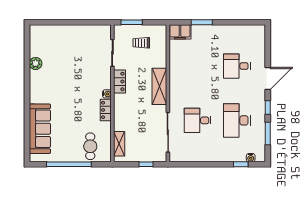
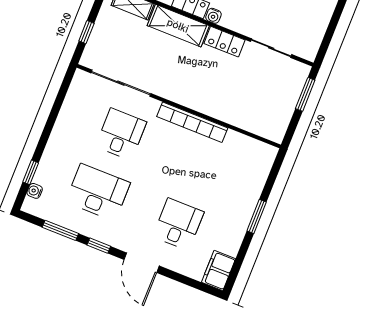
window: (202, 22) -> (257, 216), moved
filing cabinet: (180, 32) -> (218, 270), moved
trolley: (141, 43) -> (269, 97), removed
bookcase: (174, 82) -> (192, 122), added
shelving: (159, 86) -> (178, 26), moved

